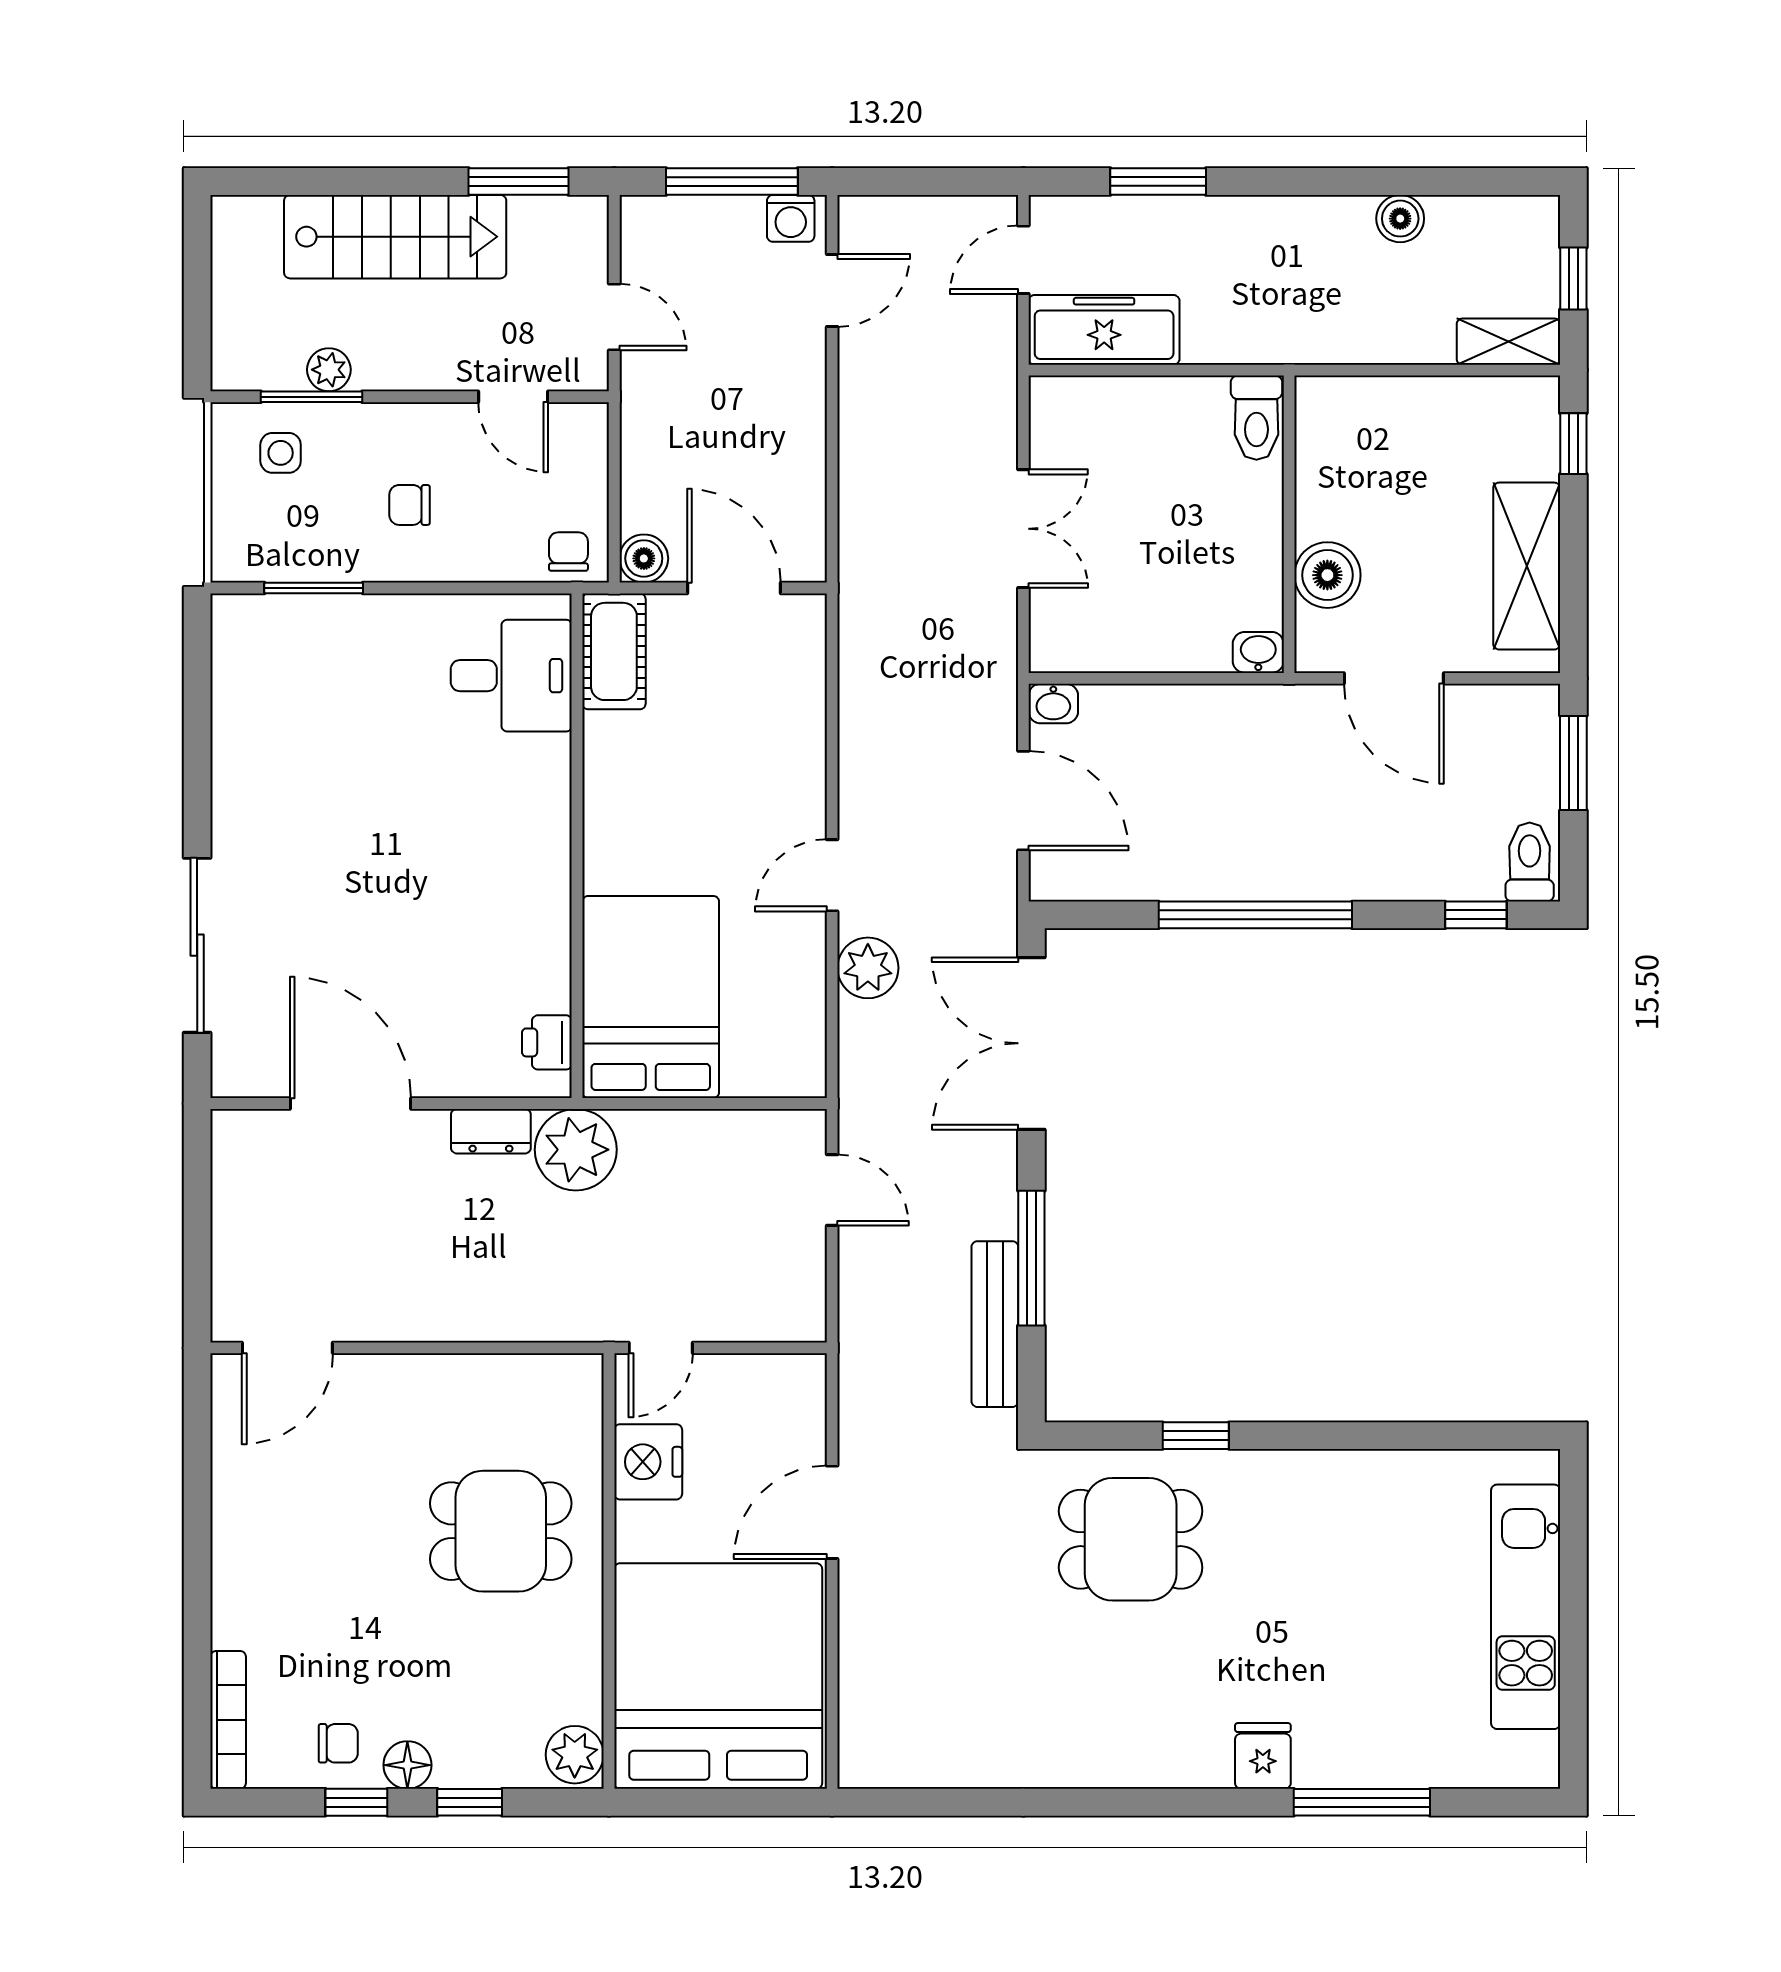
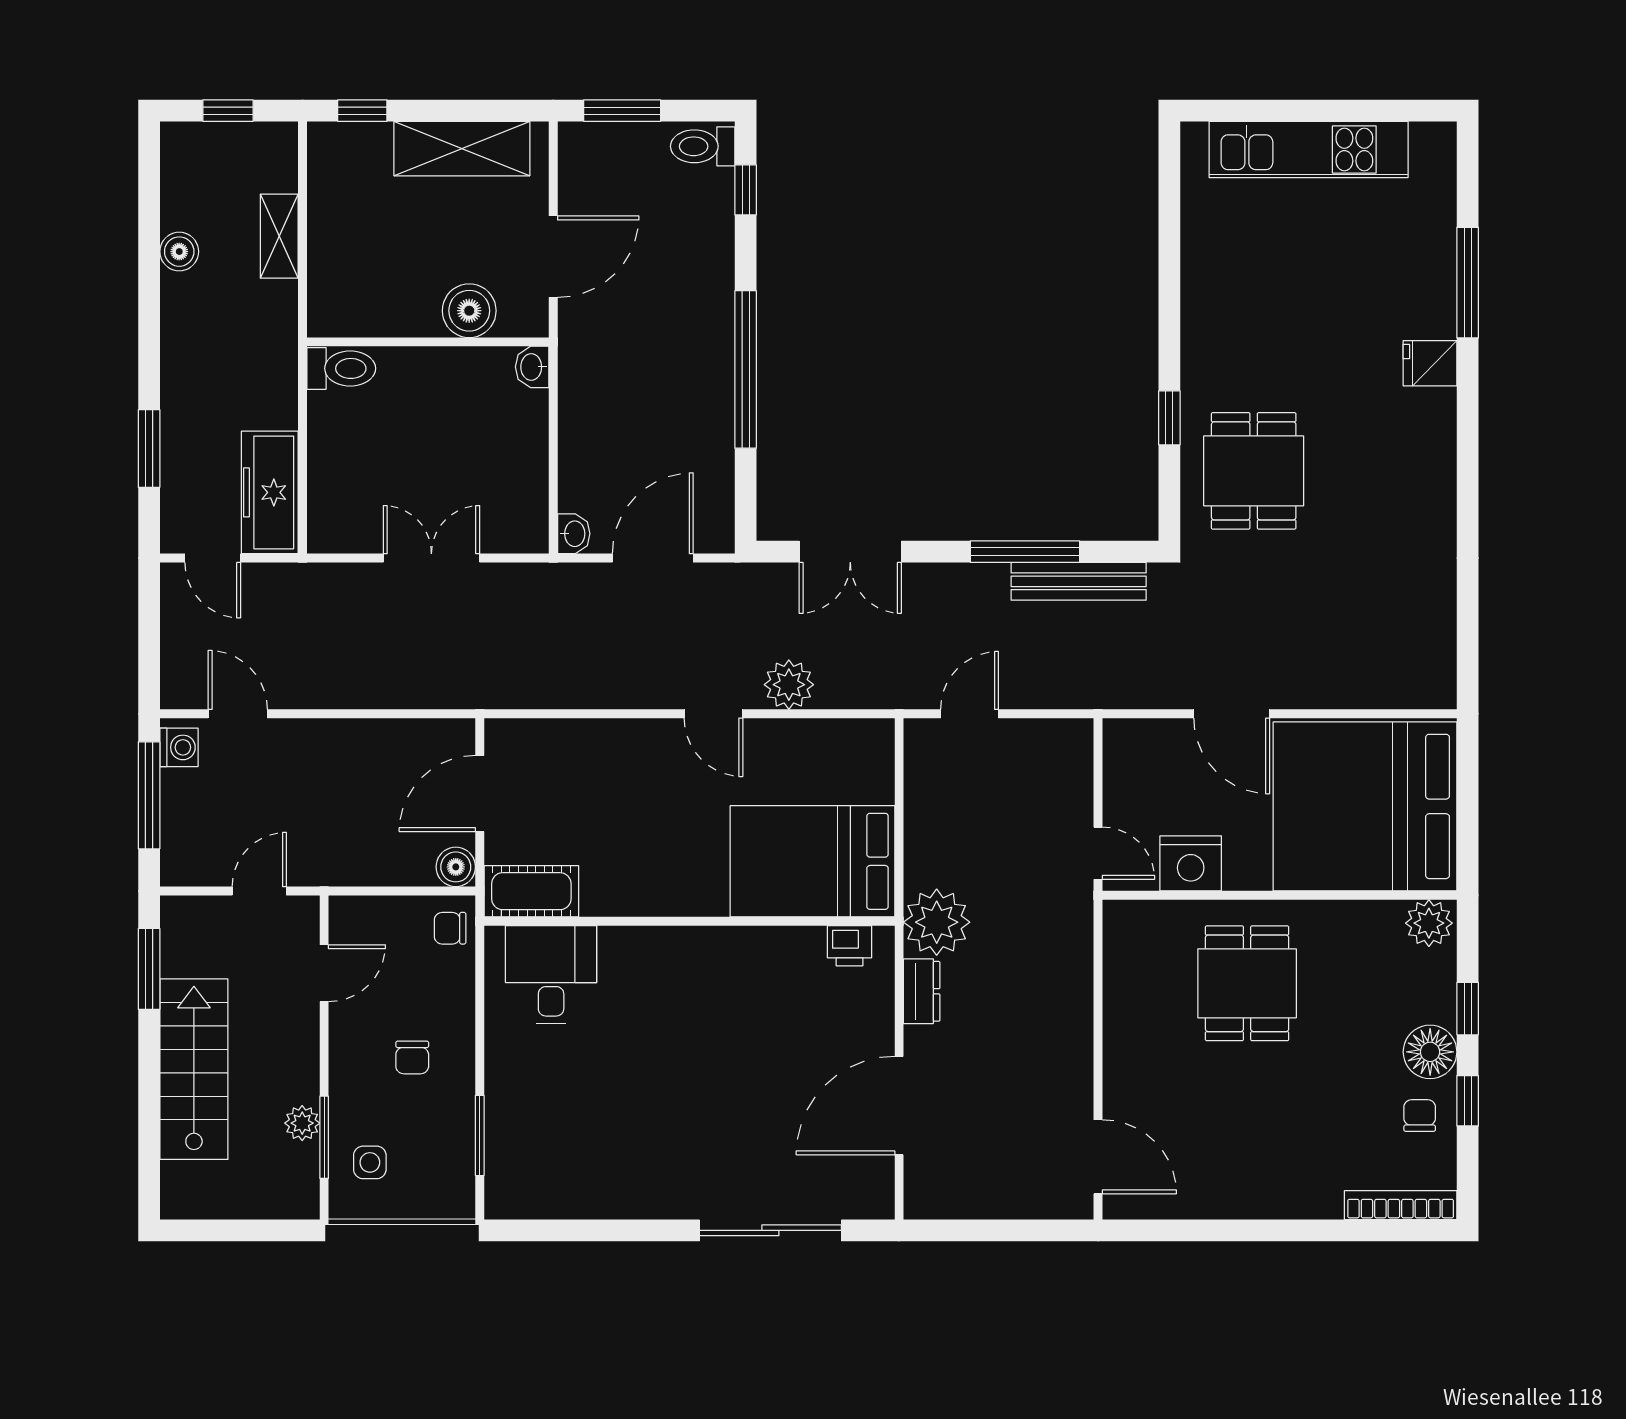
shelving: (1508, 342) -> (279, 236), moved
double door: (1031, 1043) -> (850, 552), width x0.73
floor lamp: (407, 1765) -> (1430, 1052), width x1.38, depth x1.38

